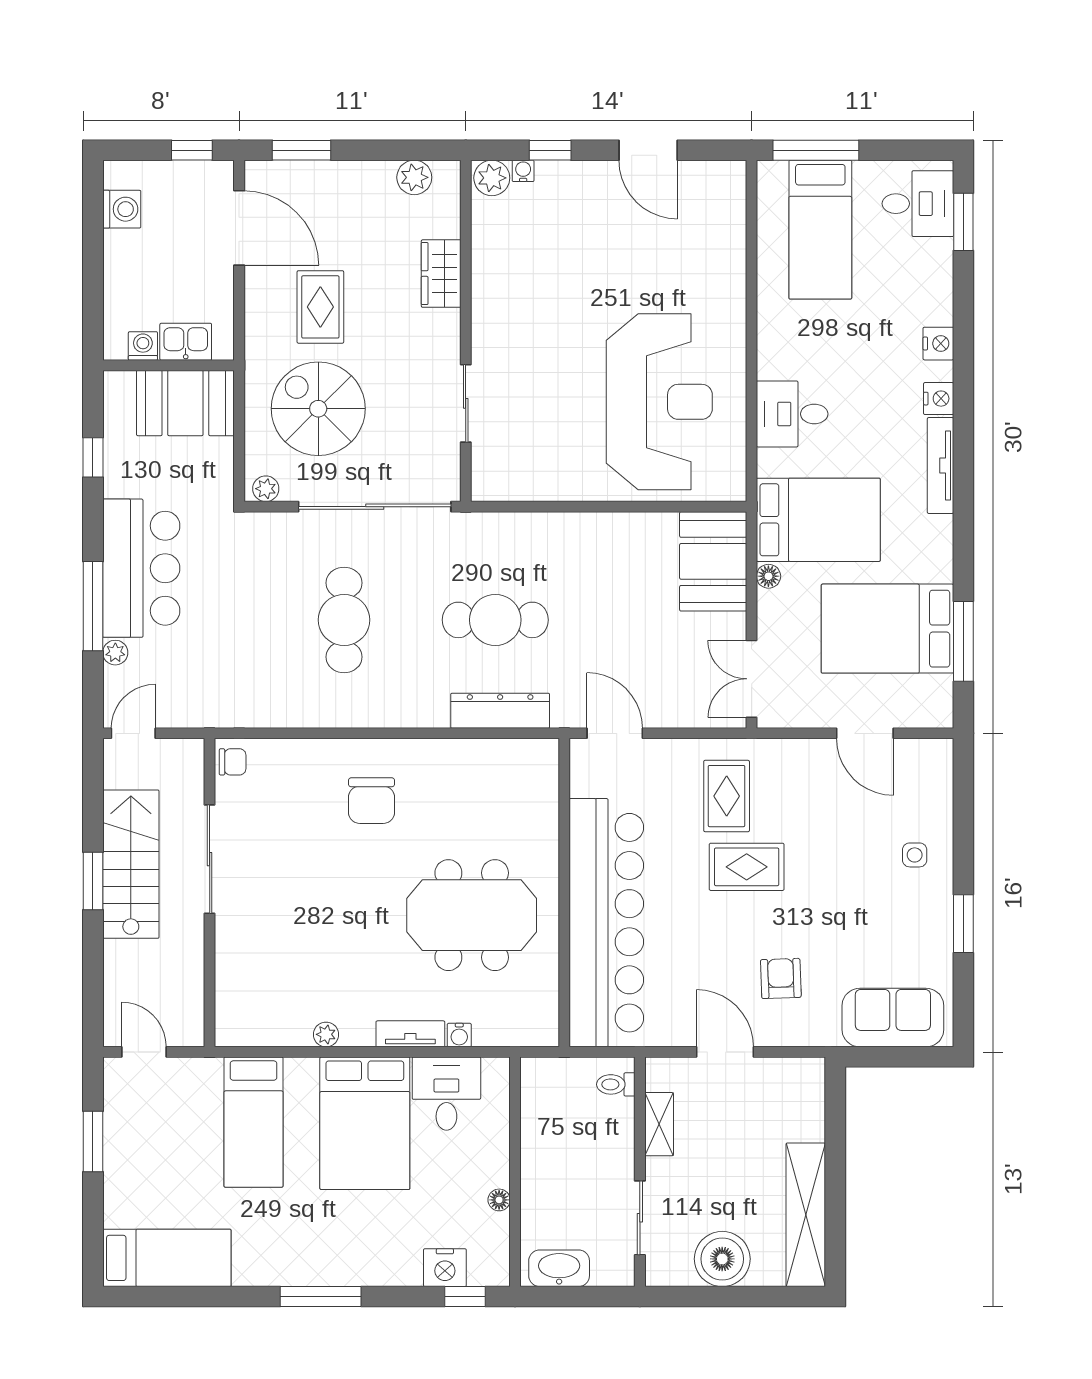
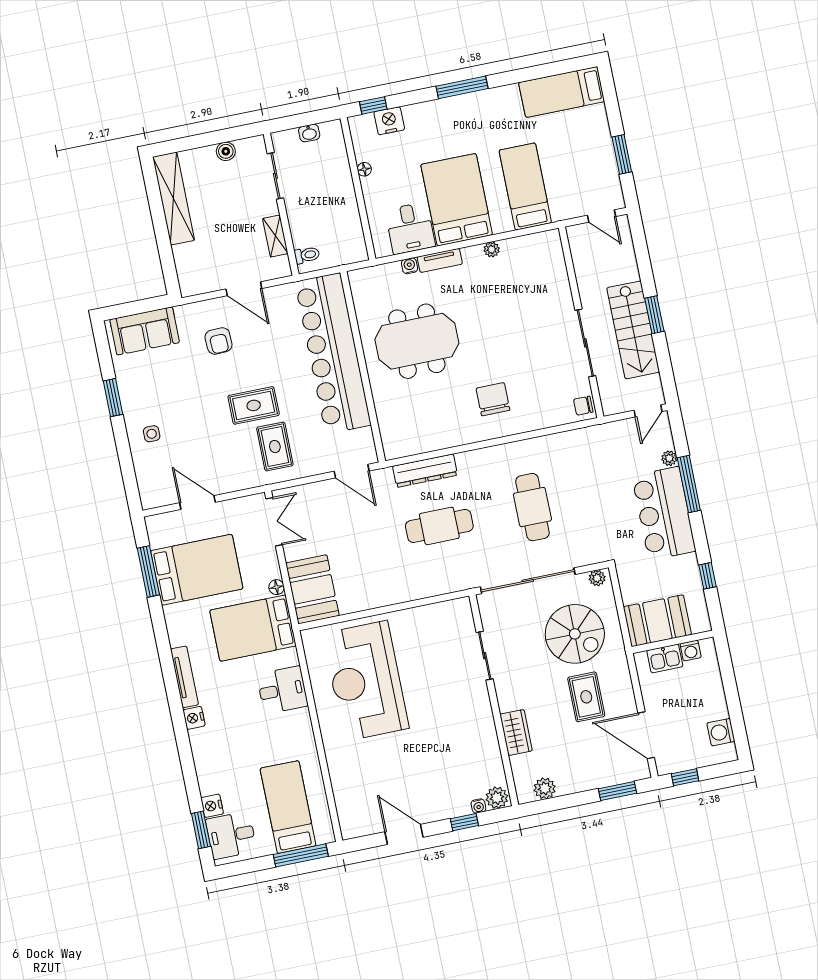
nightstand: (938, 344) -> (212, 806), moved
boiler: (722, 1259) -> (226, 151), width x0.54, depth x0.54
washbasin: (559, 1268) -> (309, 133), width x0.52, depth x0.69

